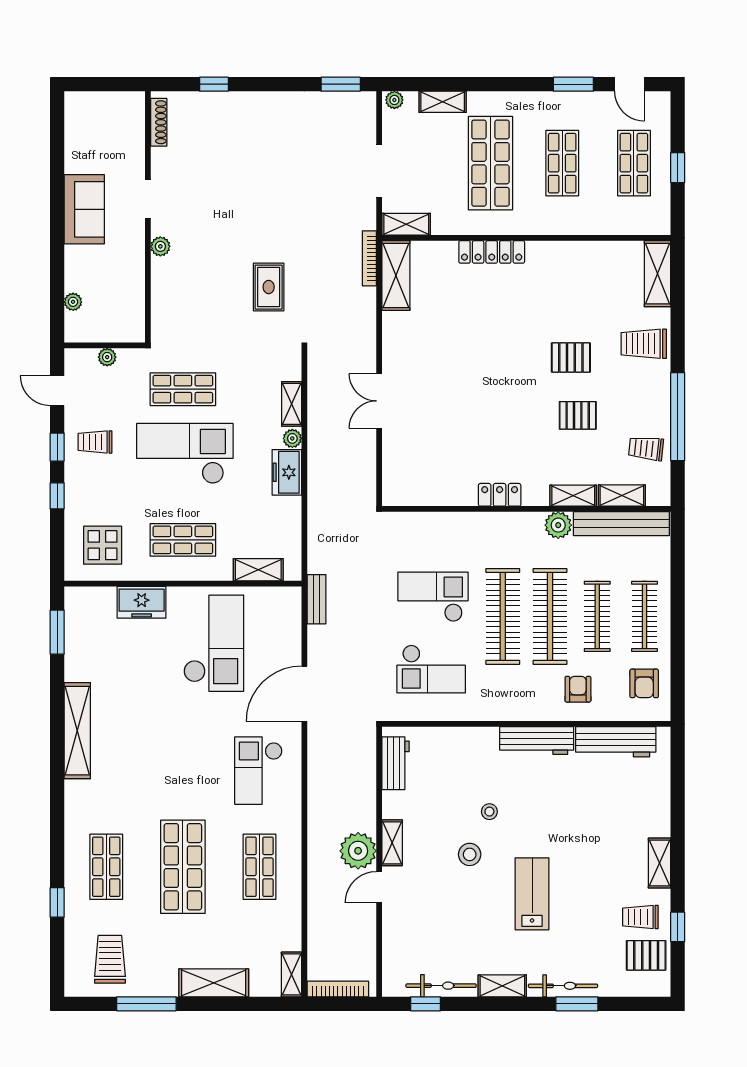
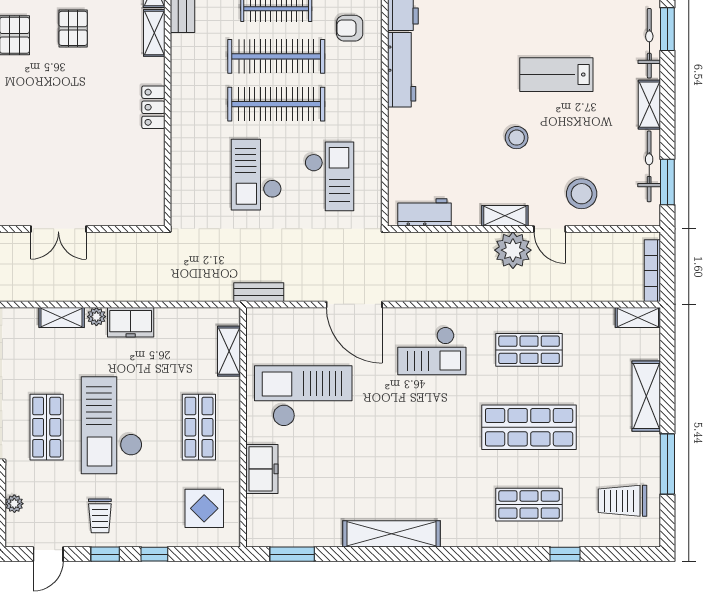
plant: (558, 525) -> (184, 48), removed
stool: (489, 812) -> (582, 194), moved, width x1.89, depth x1.89
window: (426, 1004) -> (667, 182), width x1.50

